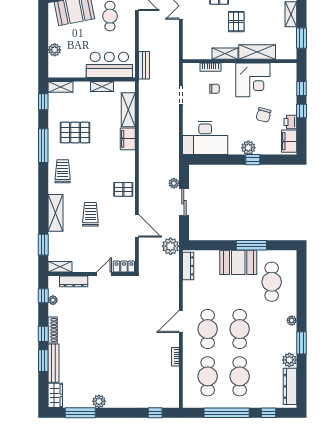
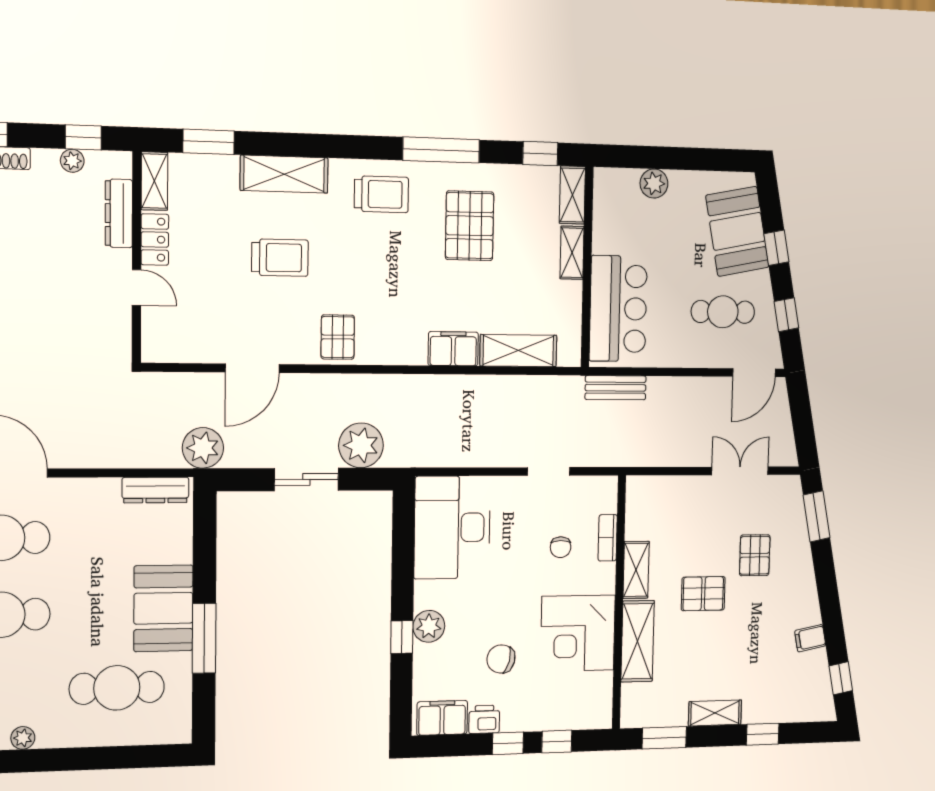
shelving: (102, 86) -> (572, 253), moved
plant: (174, 183) -> (361, 445), width x1.88, depth x1.88
locker: (124, 267) -> (155, 240), moved

